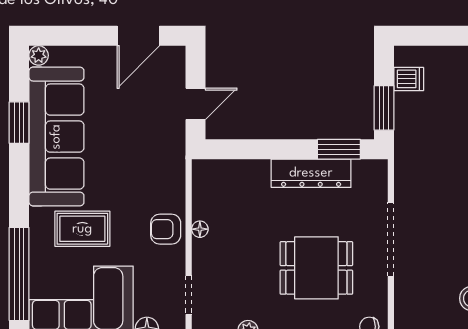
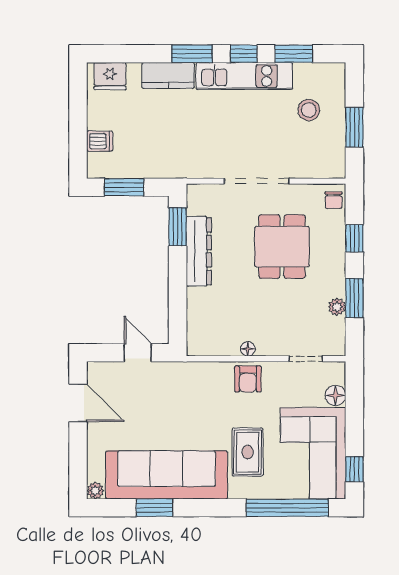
dishwasher: (409, 79) -> (100, 141), moved, turned 90
window: (384, 108) -> (124, 187), moved

